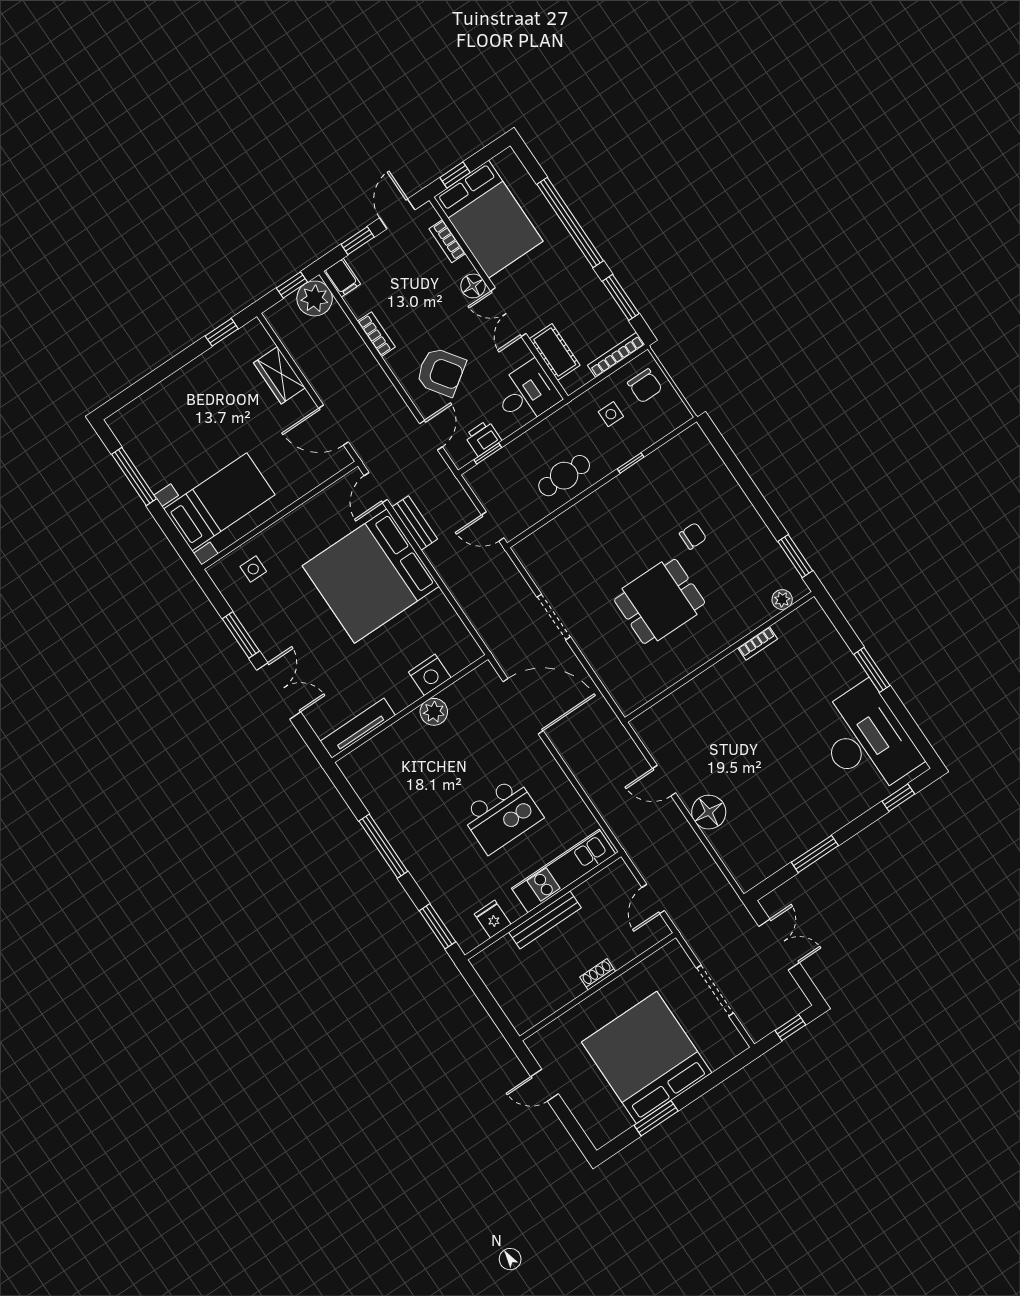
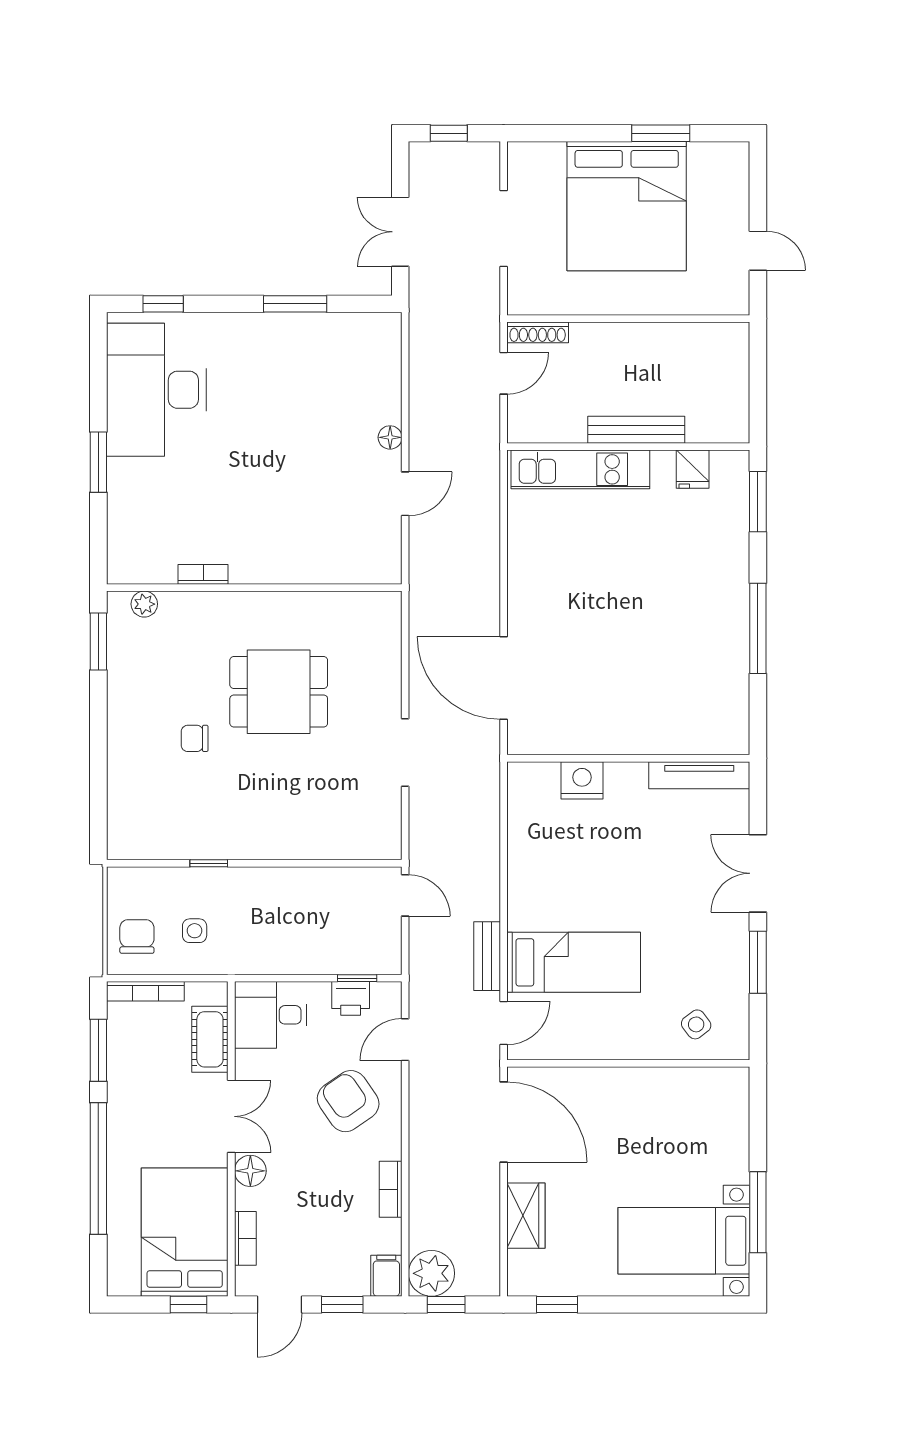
door: (334, 425) -> (504, 1122), width x1.36
cafe table: (564, 476) -> (290, 898), removed
bed with nightstands: (219, 502) -> (684, 1241), moved
side table: (253, 569) -> (696, 1024), turned -37
bed: (371, 576) -> (574, 962), width x0.49
plant: (434, 712) -> (605, 737), removed
door: (664, 781) -> (405, 494), hinge flipped
floor lamp: (709, 812) -> (390, 437), width x0.53, depth x0.53
kitchen island: (502, 815) -> (607, 575), removed
shoe rack: (598, 974) -> (538, 332), moved, width x1.43

